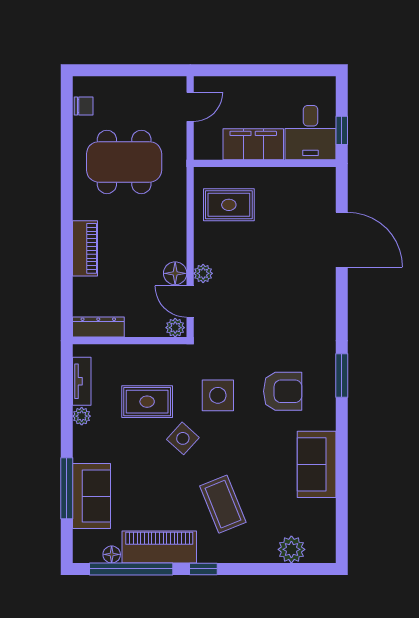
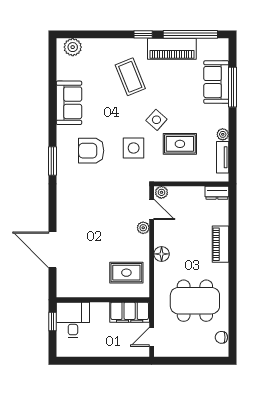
filing cabinet: (253, 144) -> (130, 312), moved
floor lamp: (175, 273) -> (162, 254), moved
dresser: (98, 327) -> (217, 193), width x0.70
plant: (291, 549) -> (73, 47), moved
floor lamp: (112, 554) -> (203, 44), removed

